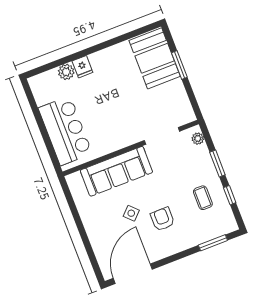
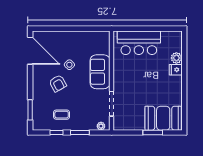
sofa: (116, 171) -> (100, 72), width x0.73
armchair: (162, 219) -> (58, 83), turned 61

